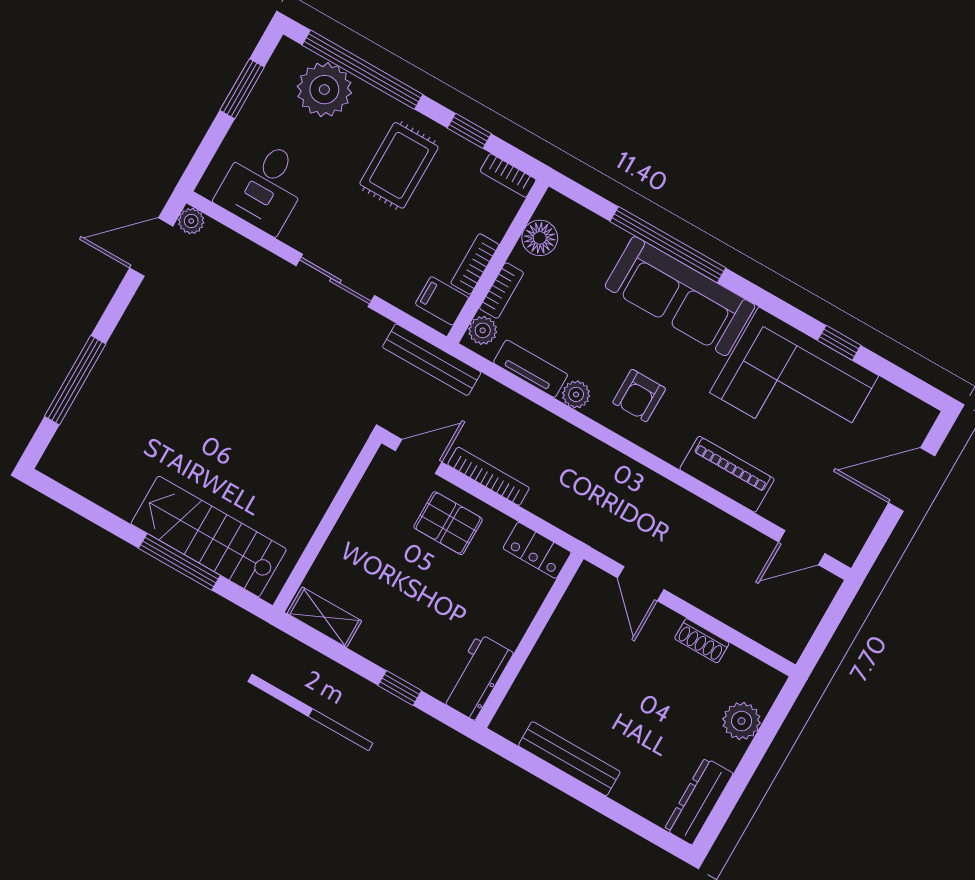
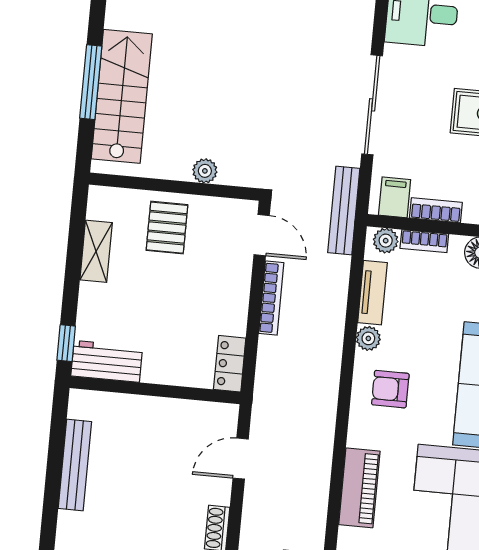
sliding door: (335, 281) -> (372, 105), width x1.37
plant: (325, 485) -> (205, 171), added
pallet: (448, 523) -> (167, 228), moved
shelving: (324, 617) -> (96, 251), moved
window: (400, 688) -> (66, 343), moved

